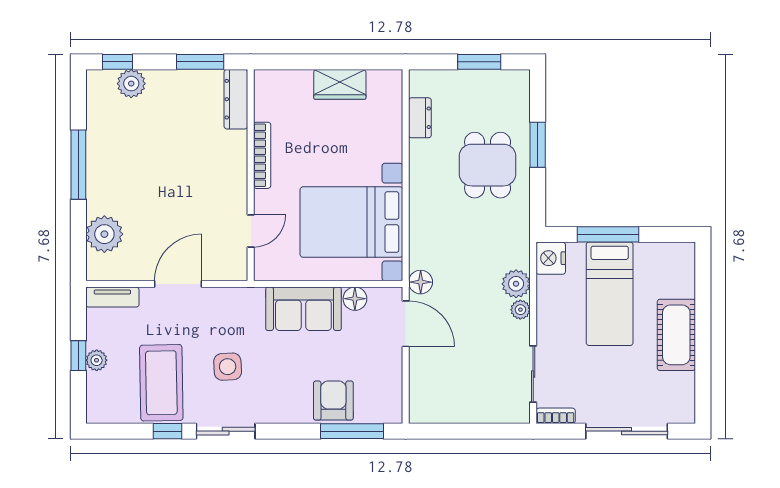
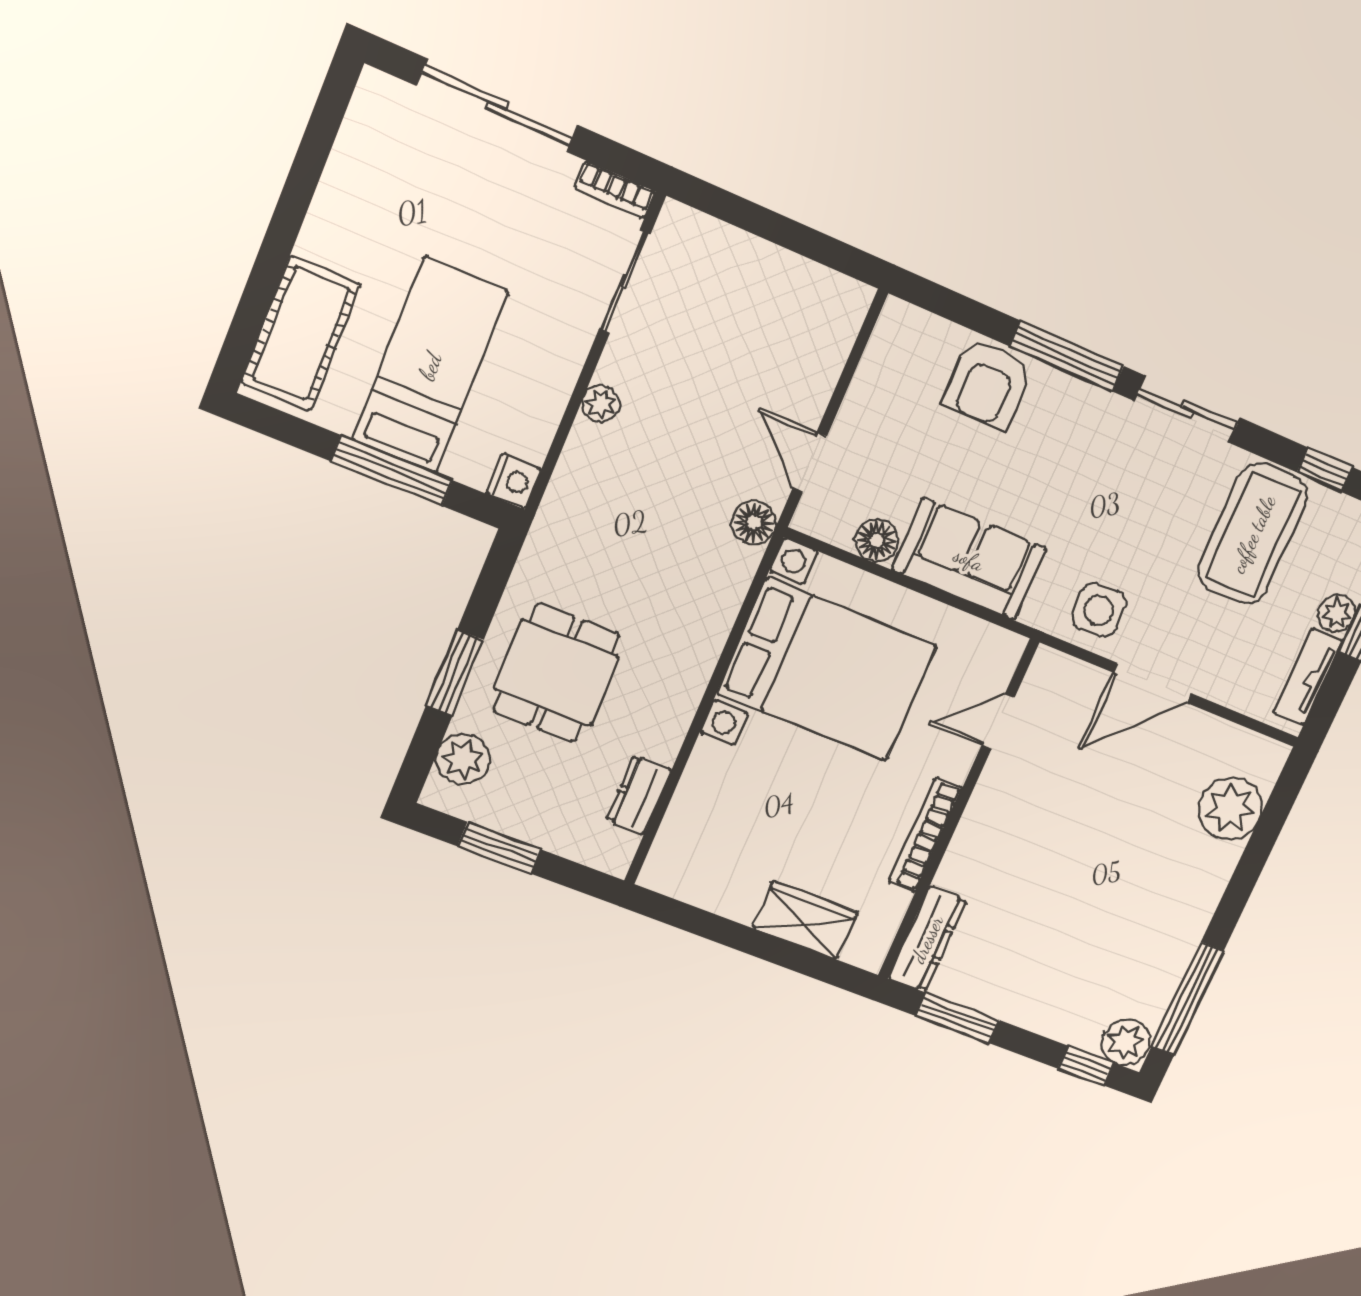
plant: (131, 84) -> (1126, 1042), moved
wardrobe: (340, 84) -> (805, 920), moved
window: (78, 165) -> (1187, 999), moved
nightstand: (551, 258) -> (514, 481), width x0.74, depth x0.75
plant: (516, 284) -> (463, 759), moved
tv unit: (112, 297) -> (1308, 677), moved, turned -90
door: (406, 324) -> (810, 463), width x0.73
cot: (676, 335) -> (301, 334), moved
side table: (228, 367) -> (1099, 610), moved
window: (167, 431) -> (1325, 470), moved
window: (352, 431) -> (1066, 356), moved

